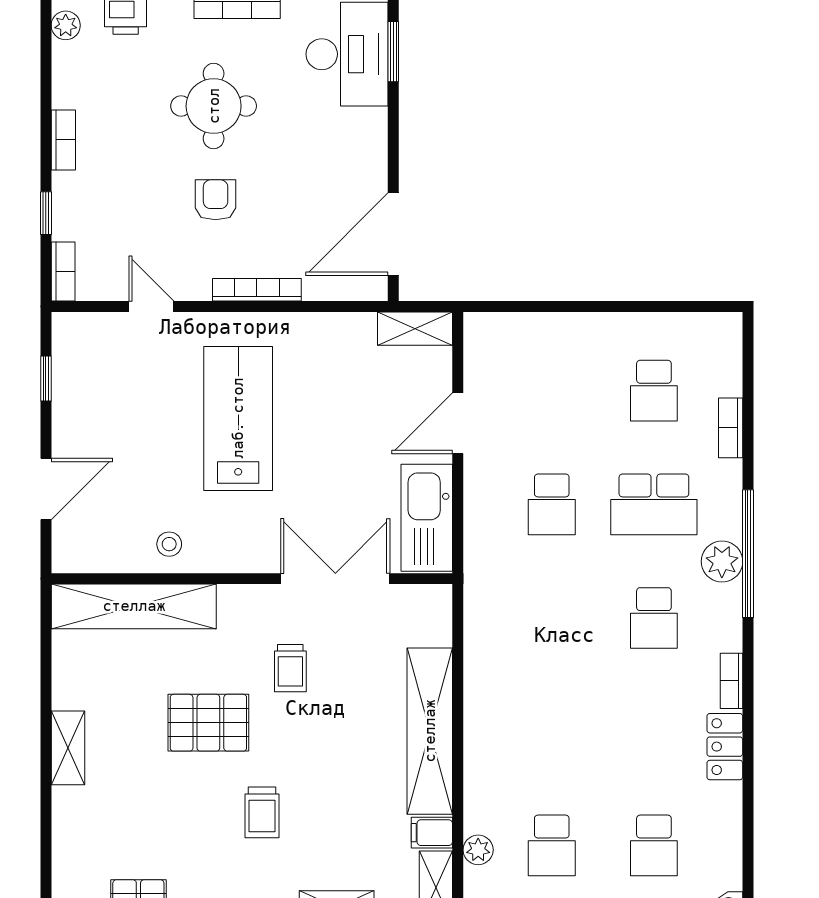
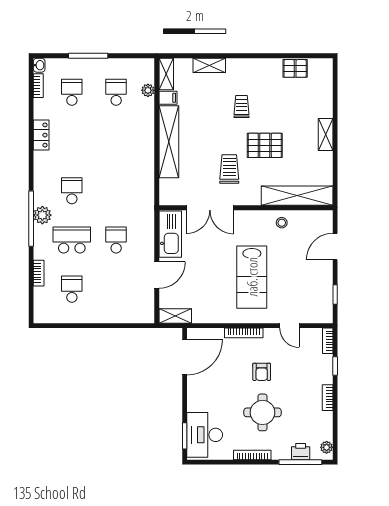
trolley: (290, 668) -> (229, 169), width x1.36, depth x1.39
bookcase: (731, 681) -> (38, 86), moved

